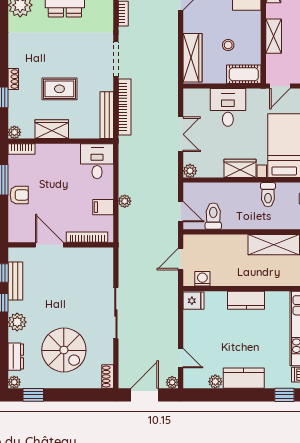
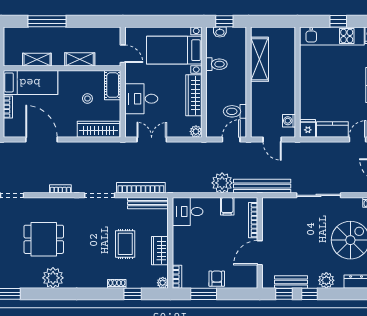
double door: (181, 134) -> (152, 139), moved
wardrobe: (240, 168) -> (194, 95), width x1.50
plant: (125, 201) -> (222, 183), width x1.87, depth x1.87
bench: (127, 248) -> (262, 186), added
kitchen counter: (246, 300) -> (332, 129), moved, turned -90

